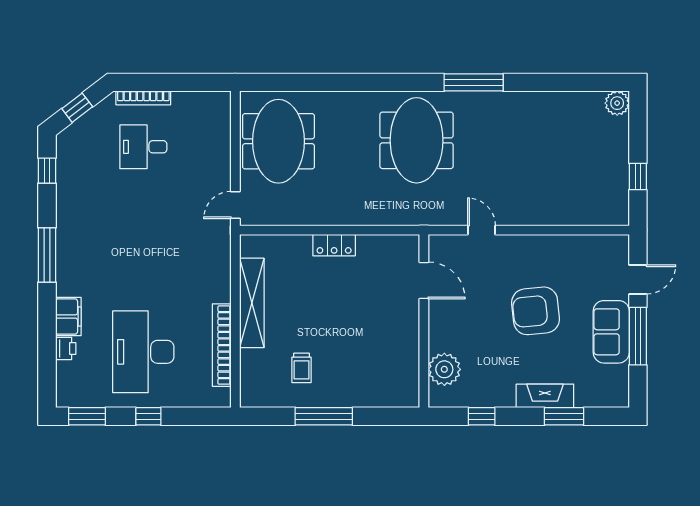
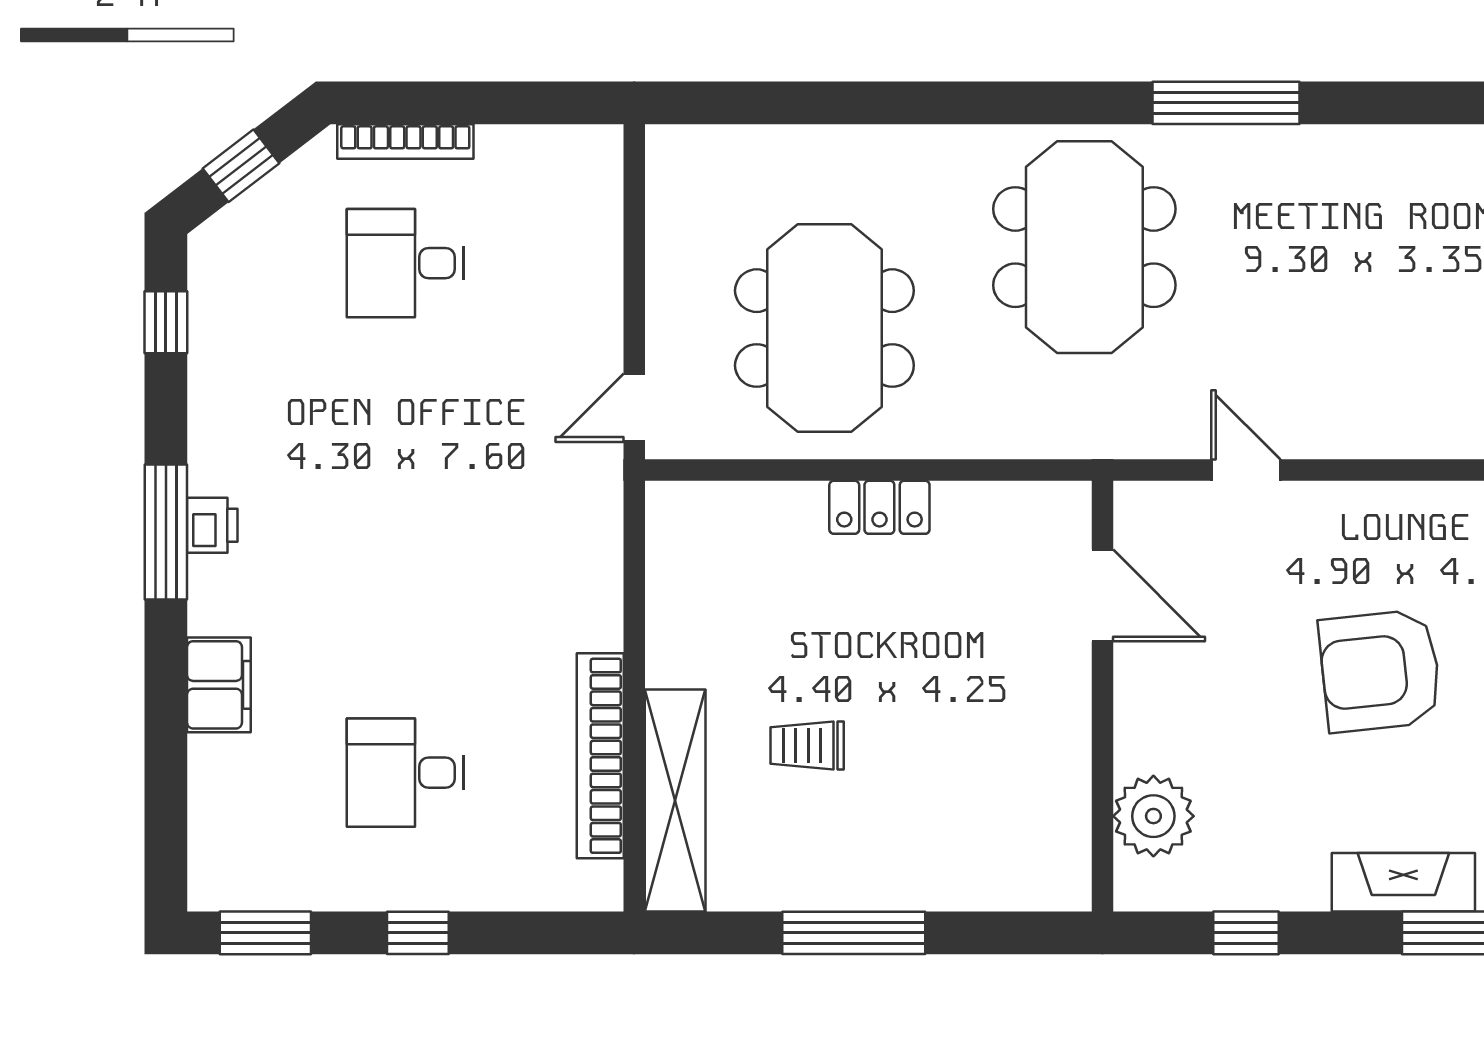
meeting table: (278, 141) -> (824, 328), moved
shelving: (252, 303) -> (675, 801), moved
printer: (66, 348) -> (212, 525), moved
desk: (143, 352) -> (405, 773), width x0.53, depth x0.77
trolley: (302, 368) -> (807, 745), moved, turned 90

